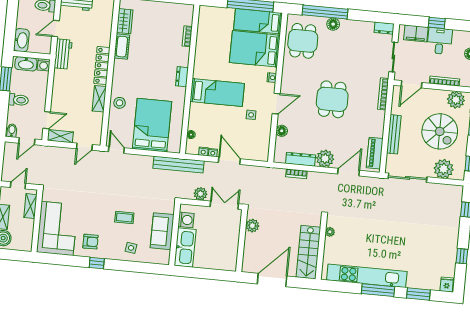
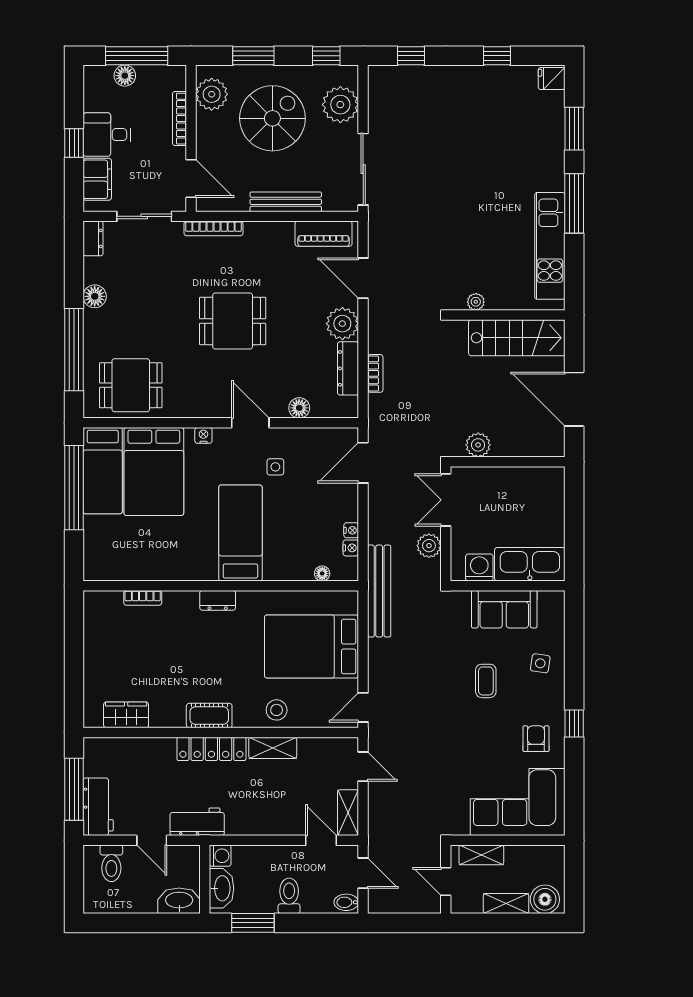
floor lamp: (333, 24) -> (95, 296), moved
cot: (122, 47) -> (209, 716), moved
door: (229, 161) -> (363, 463), moved
kitchen unit: (367, 276) -> (550, 246), width x0.73

